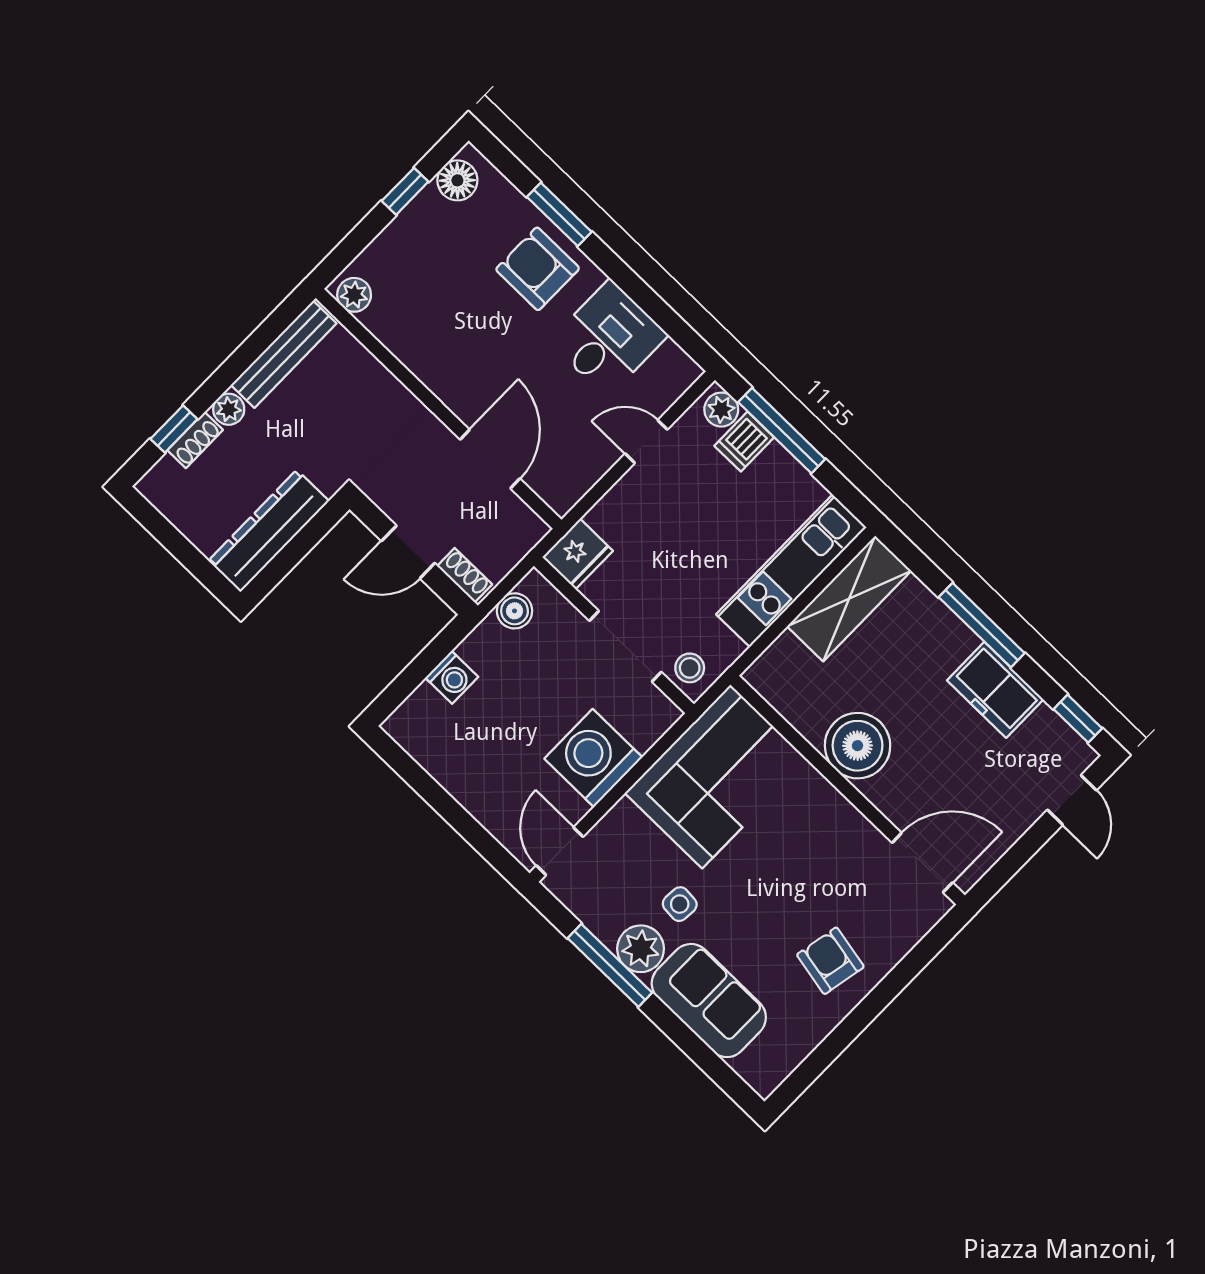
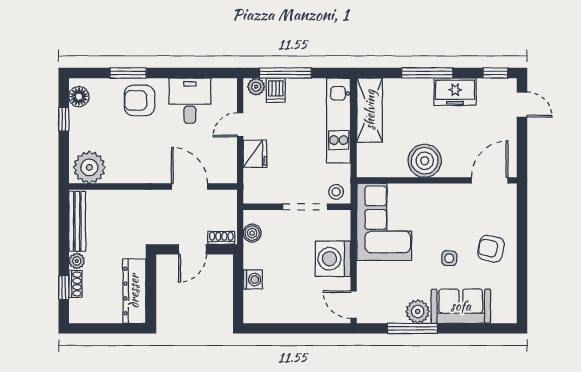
plant: (354, 295) -> (89, 167), width x1.87, depth x1.87
fridge: (578, 554) -> (255, 154), moved
side table: (680, 904) -> (449, 258), moved

